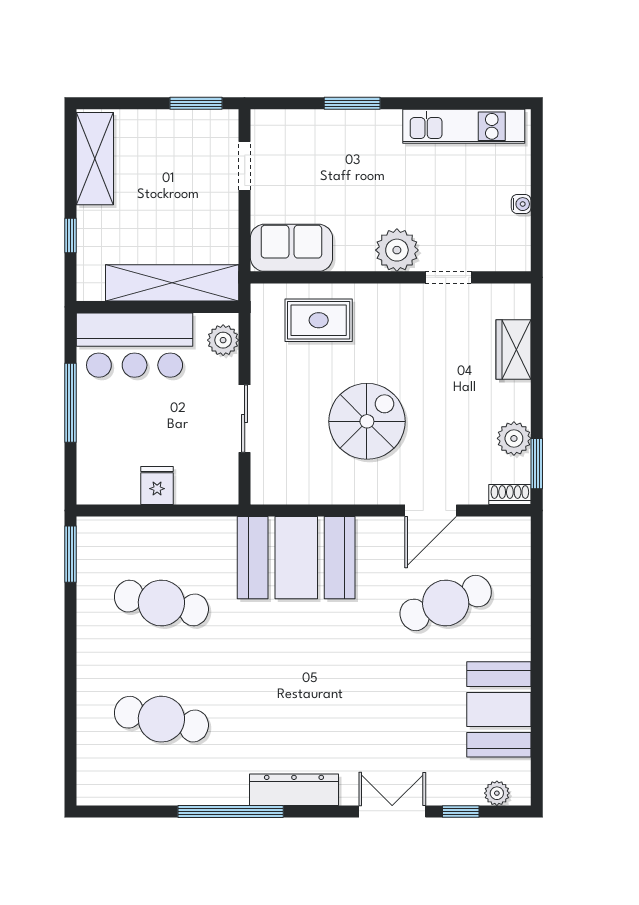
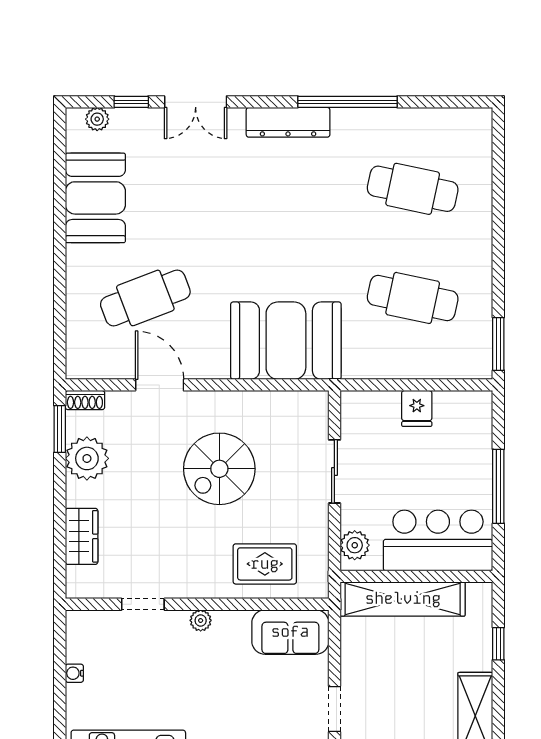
plant: (397, 250) -> (201, 620), width x0.53, depth x0.53
plant: (514, 438) -> (87, 458), width x1.36, depth x1.36
door: (431, 511) -> (160, 385), hinge flipped

